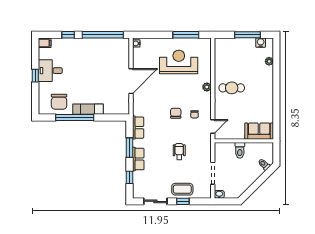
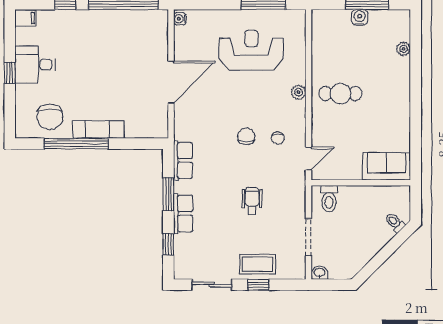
water cooler: (261, 43) -> (360, 17), moved
toilet: (240, 150) -> (329, 199), moved

